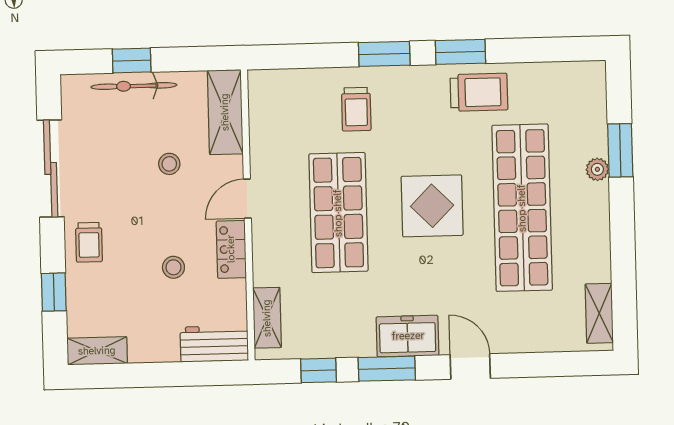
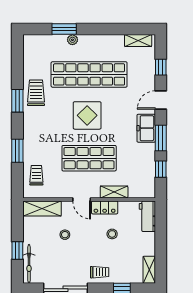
window: (384, 54) -> (17, 151), moved
bicycle: (134, 86) -> (29, 264), moved
trolley: (356, 109) -> (36, 175), moved, turned -90
shelving: (267, 318) -> (114, 192), moved
window: (542, 365) -> (161, 67), added

